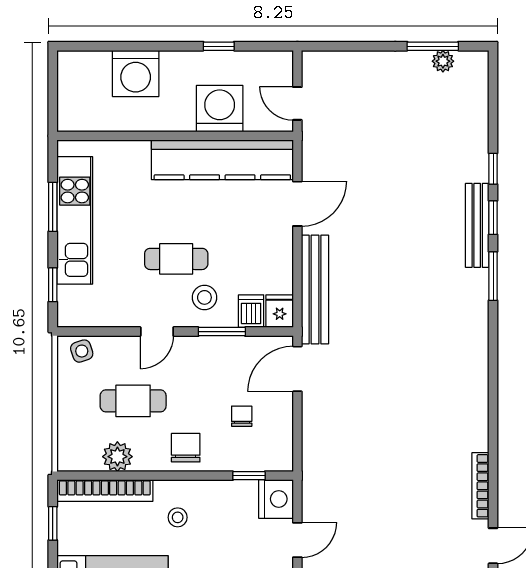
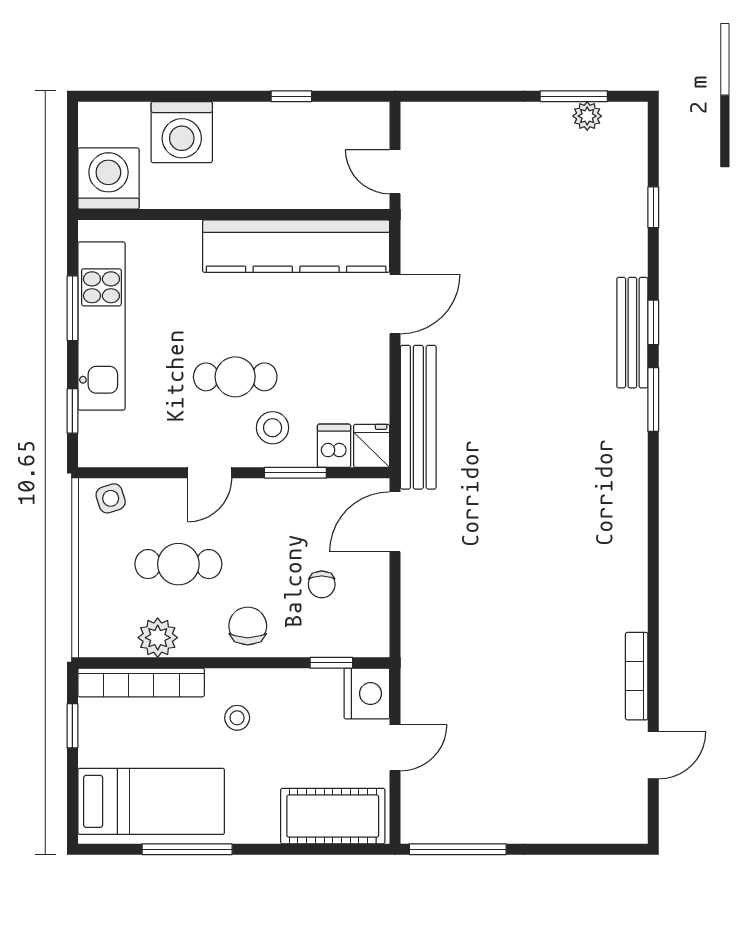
washing machine: (220, 109) -> (108, 178), moved
window: (493, 169) -> (653, 207), moved
chair: (242, 416) -> (322, 584), turned 180

